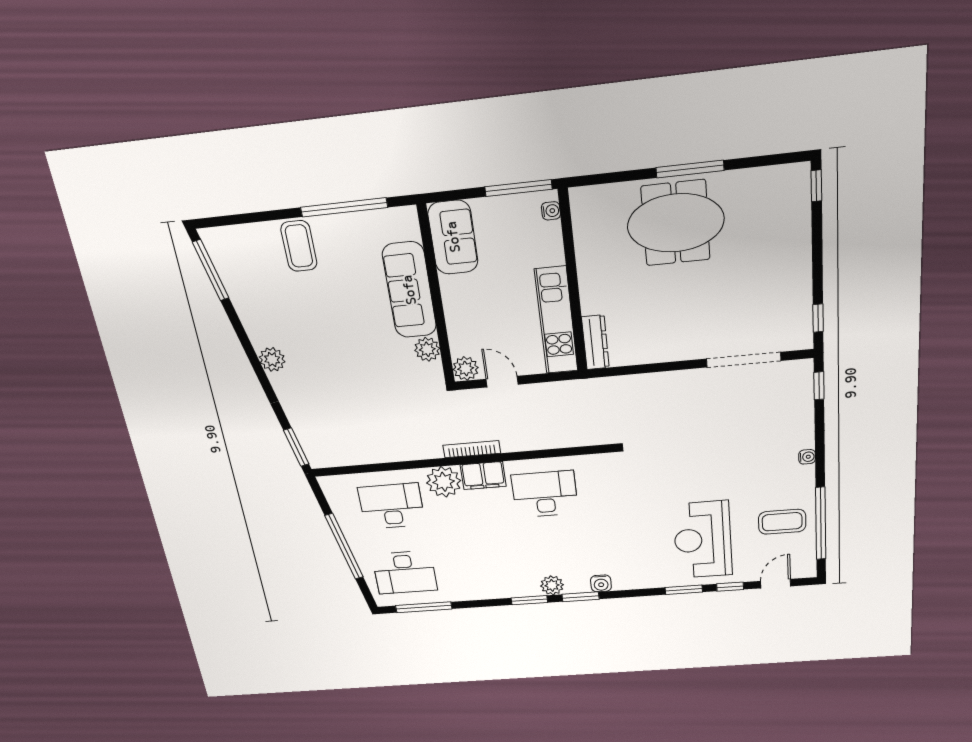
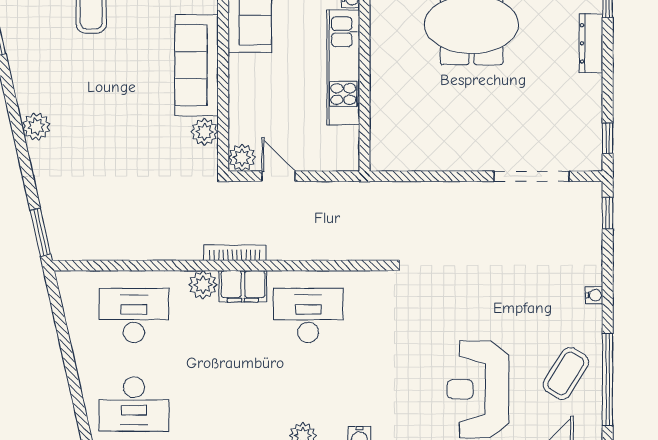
kitchen unit: (556, 320) -> (343, 67), moved
dresser: (595, 342) -> (591, 43), moved, turned 180
plant: (444, 482) -> (203, 285), width x0.73, depth x0.73
coffee table: (782, 522) -> (566, 373), turned -58
window: (344, 546) -> (70, 363), removed

